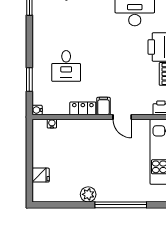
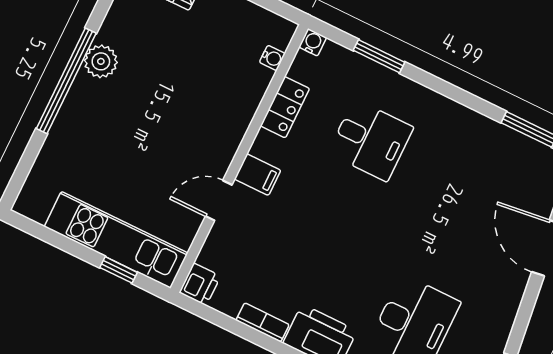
desk: (66, 66) -> (371, 140), turned 180
locker: (83, 108) -> (285, 107), moved
window: (121, 205) -> (66, 81), moved

